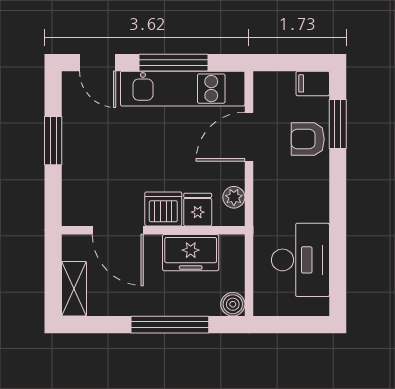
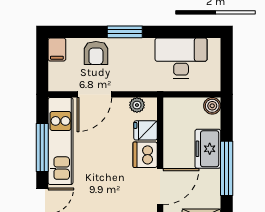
window: (338, 124) -> (125, 32), moved
door: (249, 137) -> (94, 94), hinge flipped
freezer: (191, 253) -> (208, 149), moved, turned 180
window: (170, 325) -> (227, 168), moved

